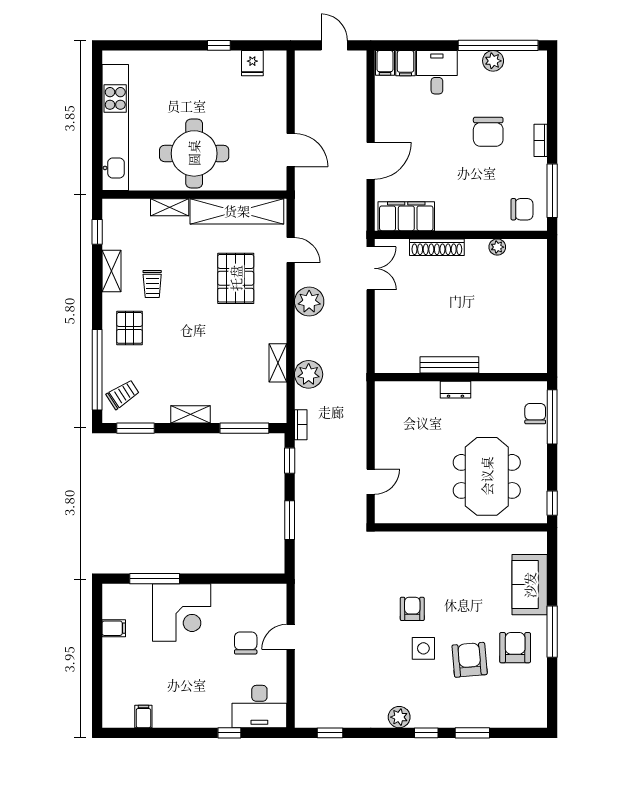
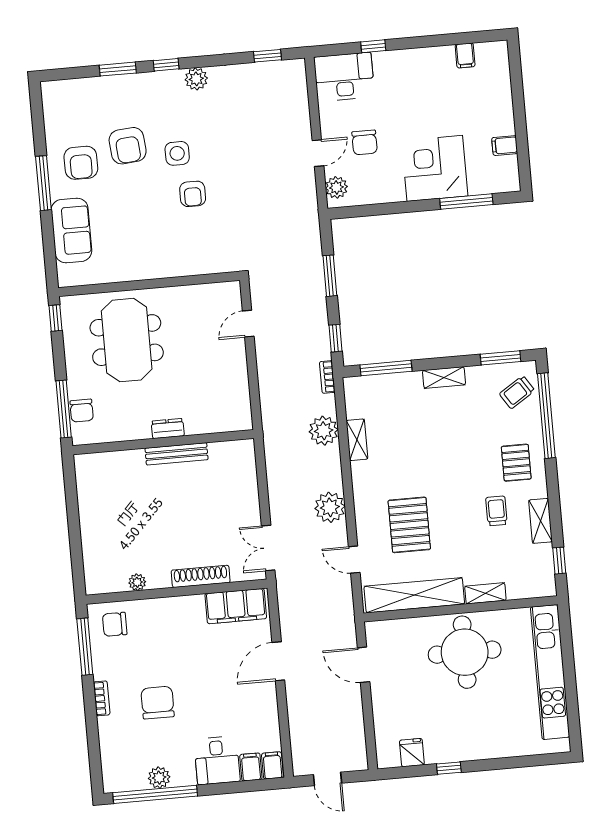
plant: (276, 603) -> (336, 187), added

